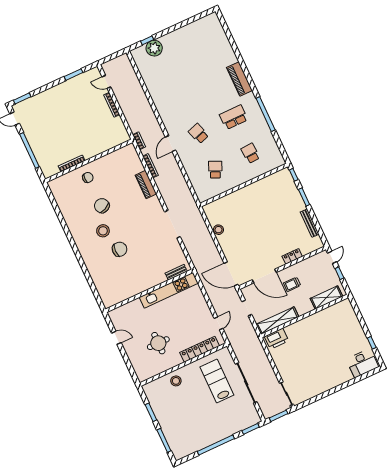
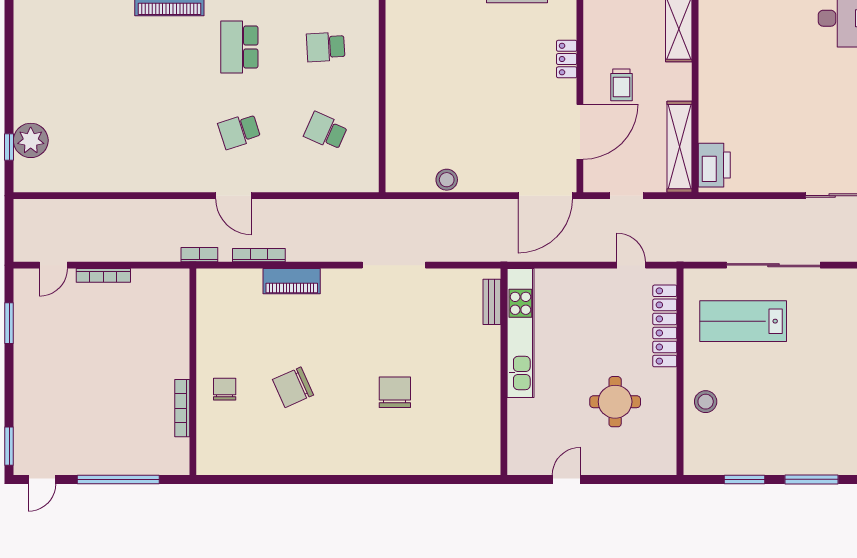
stool: (103, 231) -> (344, 408), removed

